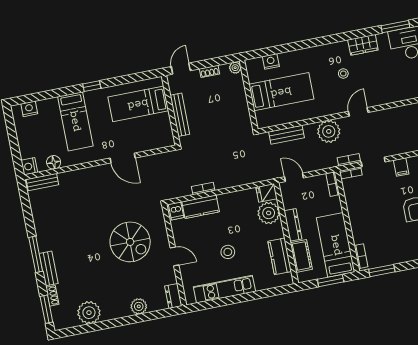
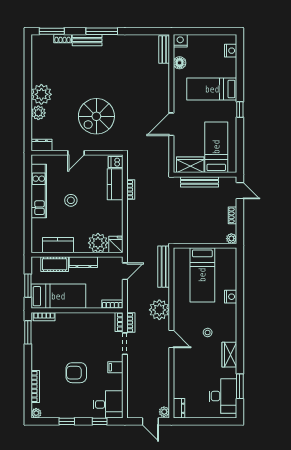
nightstand: (271, 61) -> (231, 297), moved
wardrobe: (163, 129) -> (190, 165), added
bench: (286, 135) -> (164, 267), width x1.36
plant: (89, 313) -> (41, 94), moved

